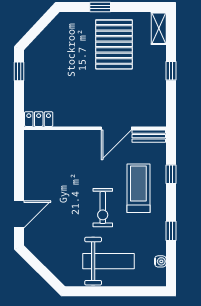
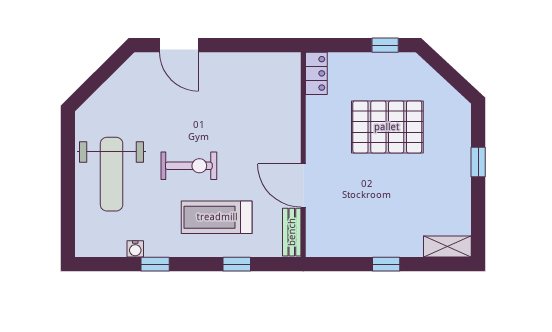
pallet: (114, 44) -> (387, 127), moved
treadmill: (138, 188) -> (217, 217), turned 180
exercise bike: (103, 208) -> (189, 166), turned 180
water cooler: (160, 261) -> (135, 249), moved

